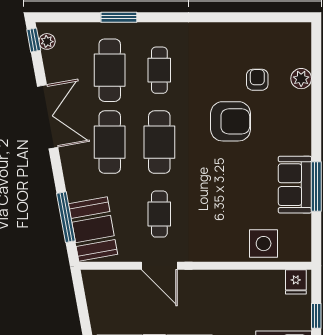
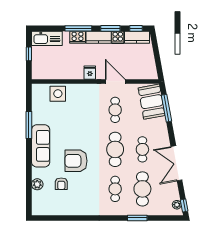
cafe table: (110, 142) -> (142, 149), width x0.73, depth x0.74
sofa: (295, 185) -> (41, 146), moved, width x1.36
fridge: (296, 282) -> (90, 73), moved

